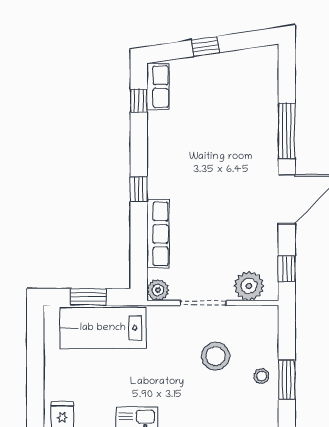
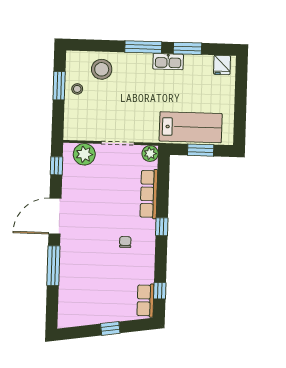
chair: (188, 167) -> (125, 242), added
stool: (216, 356) -> (102, 69), moved

